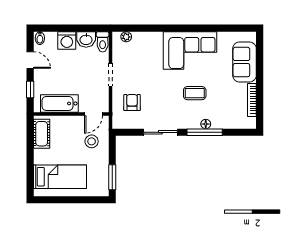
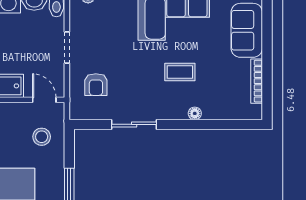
armchair: (132, 103) -> (96, 85), turned 180
door: (93, 114) -> (44, 100), swing flipped
window: (205, 132) -> (193, 124), removed

